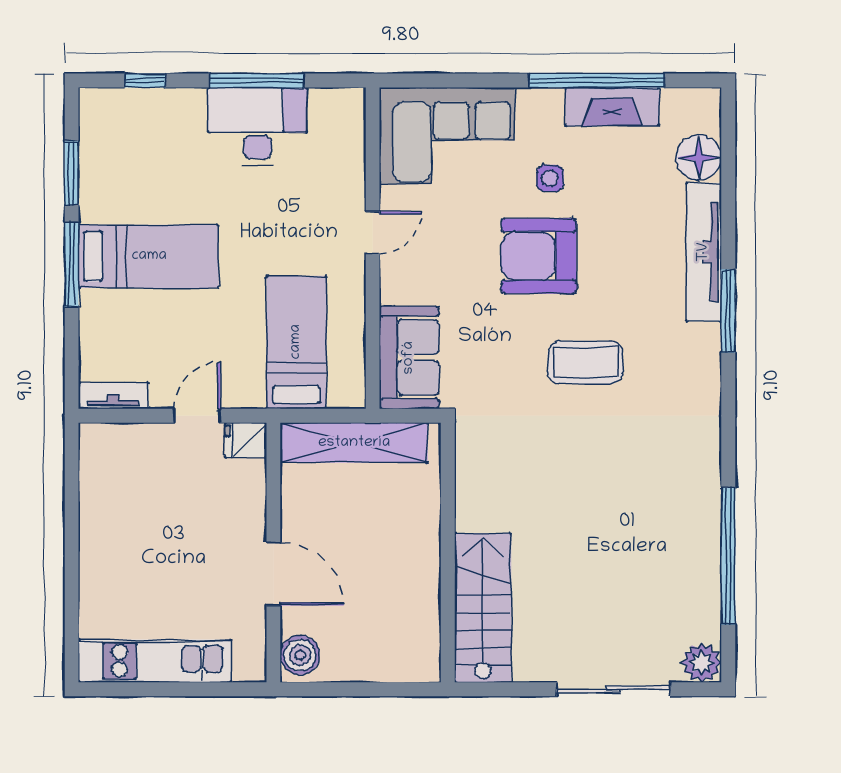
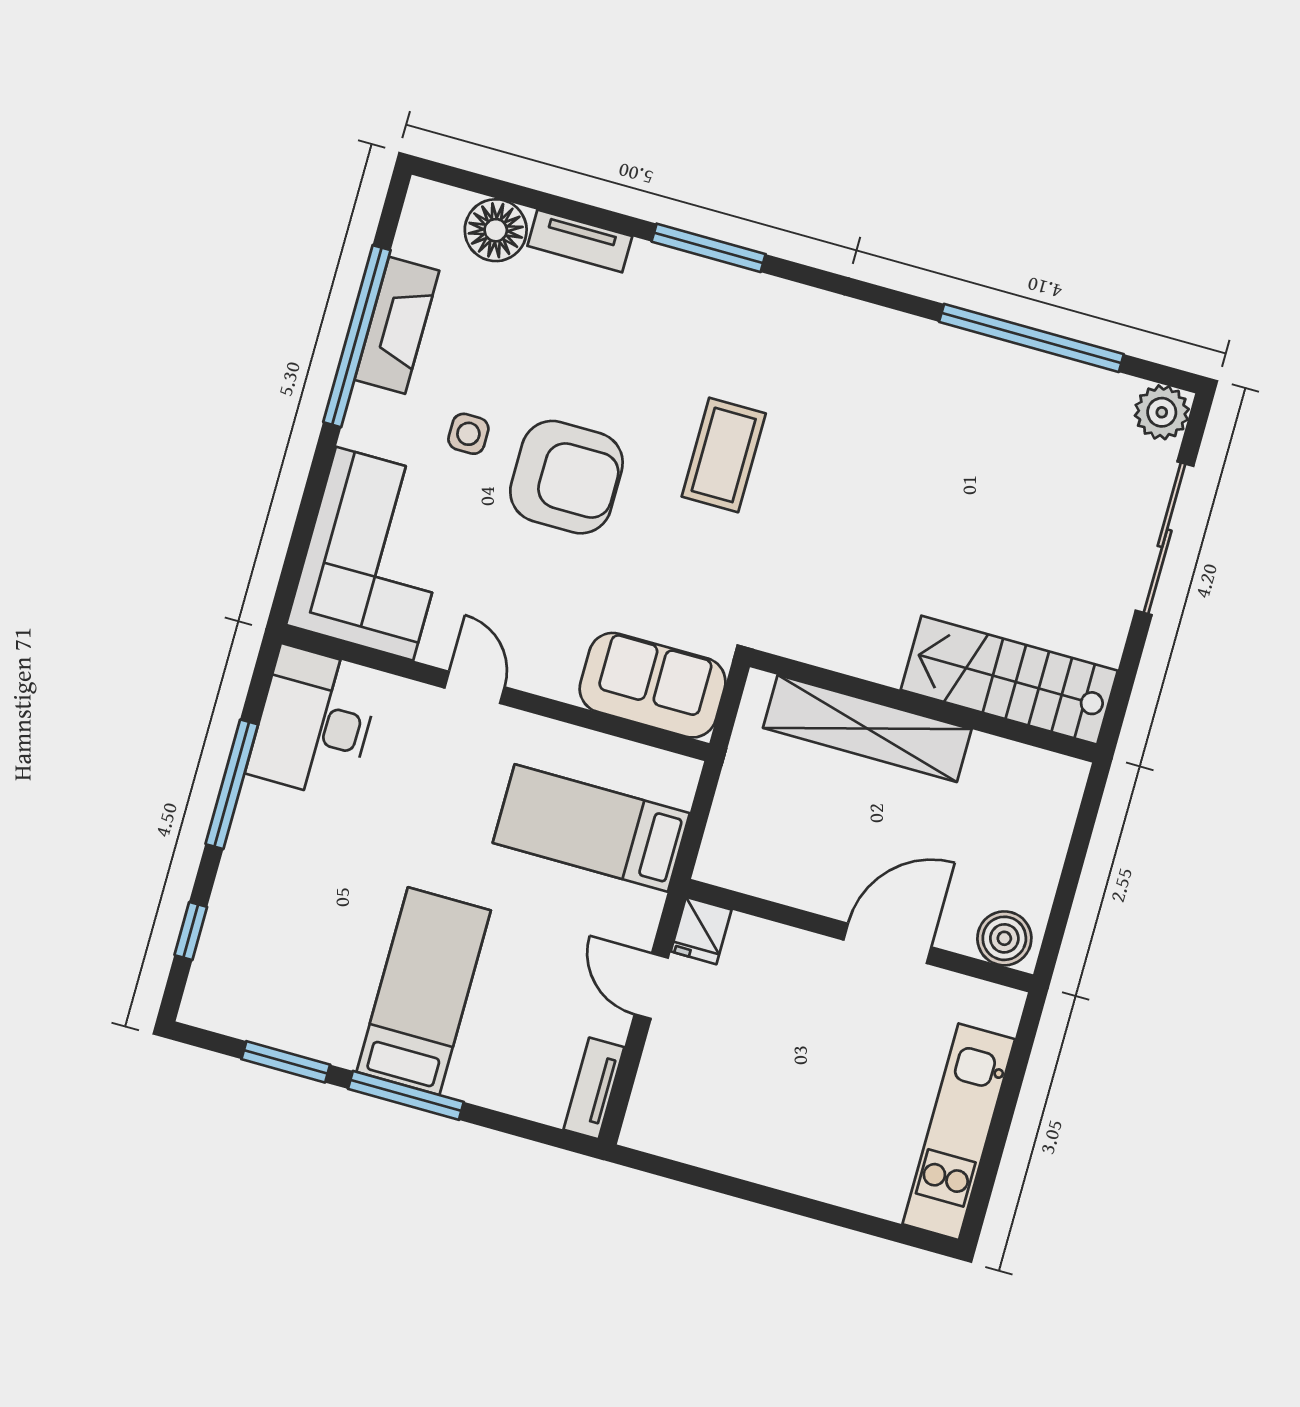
desk: (257, 126) -> (314, 723), moved
tv unit: (704, 252) -> (580, 241), width x0.52, depth x0.78
armchair: (539, 256) -> (566, 477), turned -90
shelving: (354, 443) -> (867, 728), moved, turned 90

